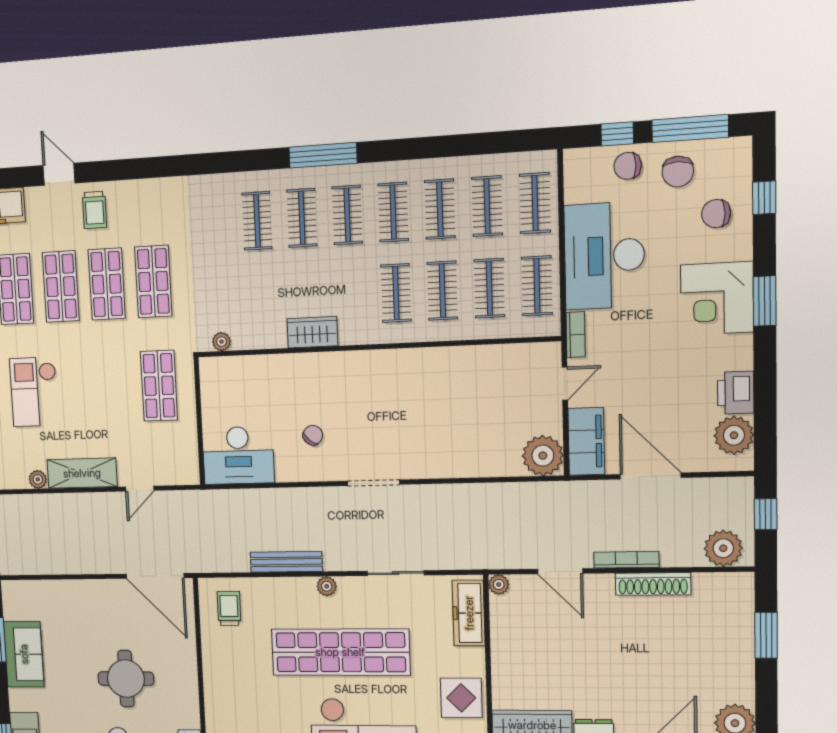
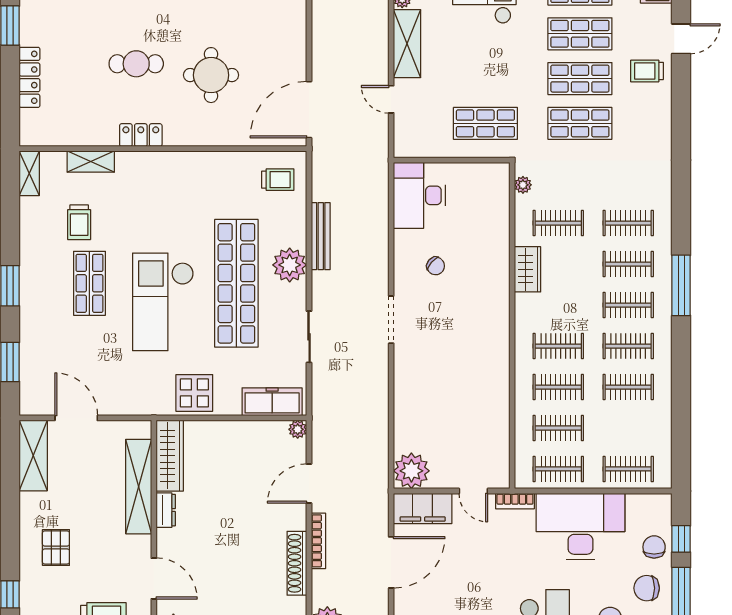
clothes rail: (487, 206) -> (558, 223), moved
plant: (327, 586) -> (290, 265), width x1.87, depth x1.87

